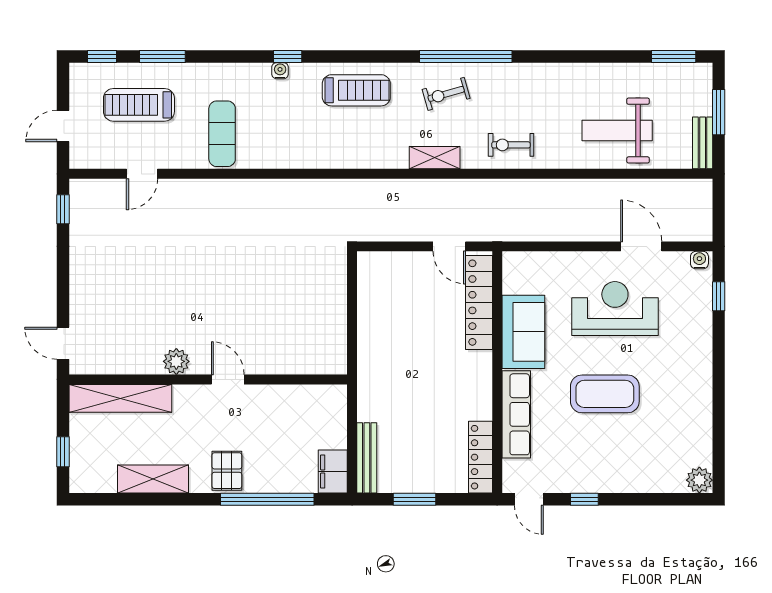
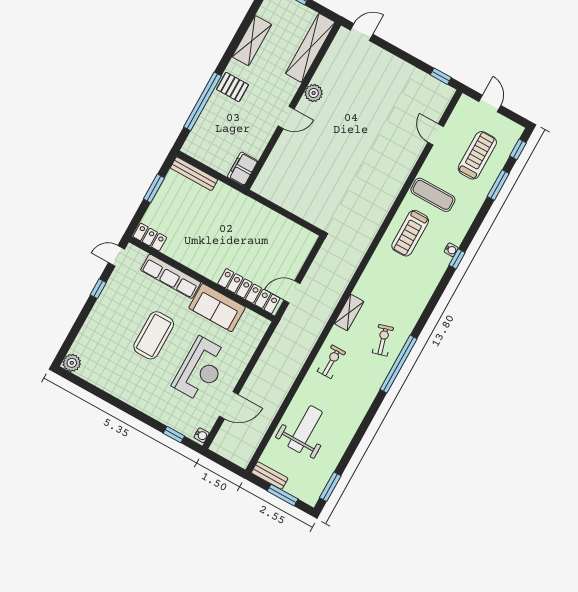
treadmill: (356, 90) -> (410, 233), moved
locker: (480, 457) -> (150, 237), width x0.66
filing cabinet: (333, 472) -> (243, 169), moved, turned -90

